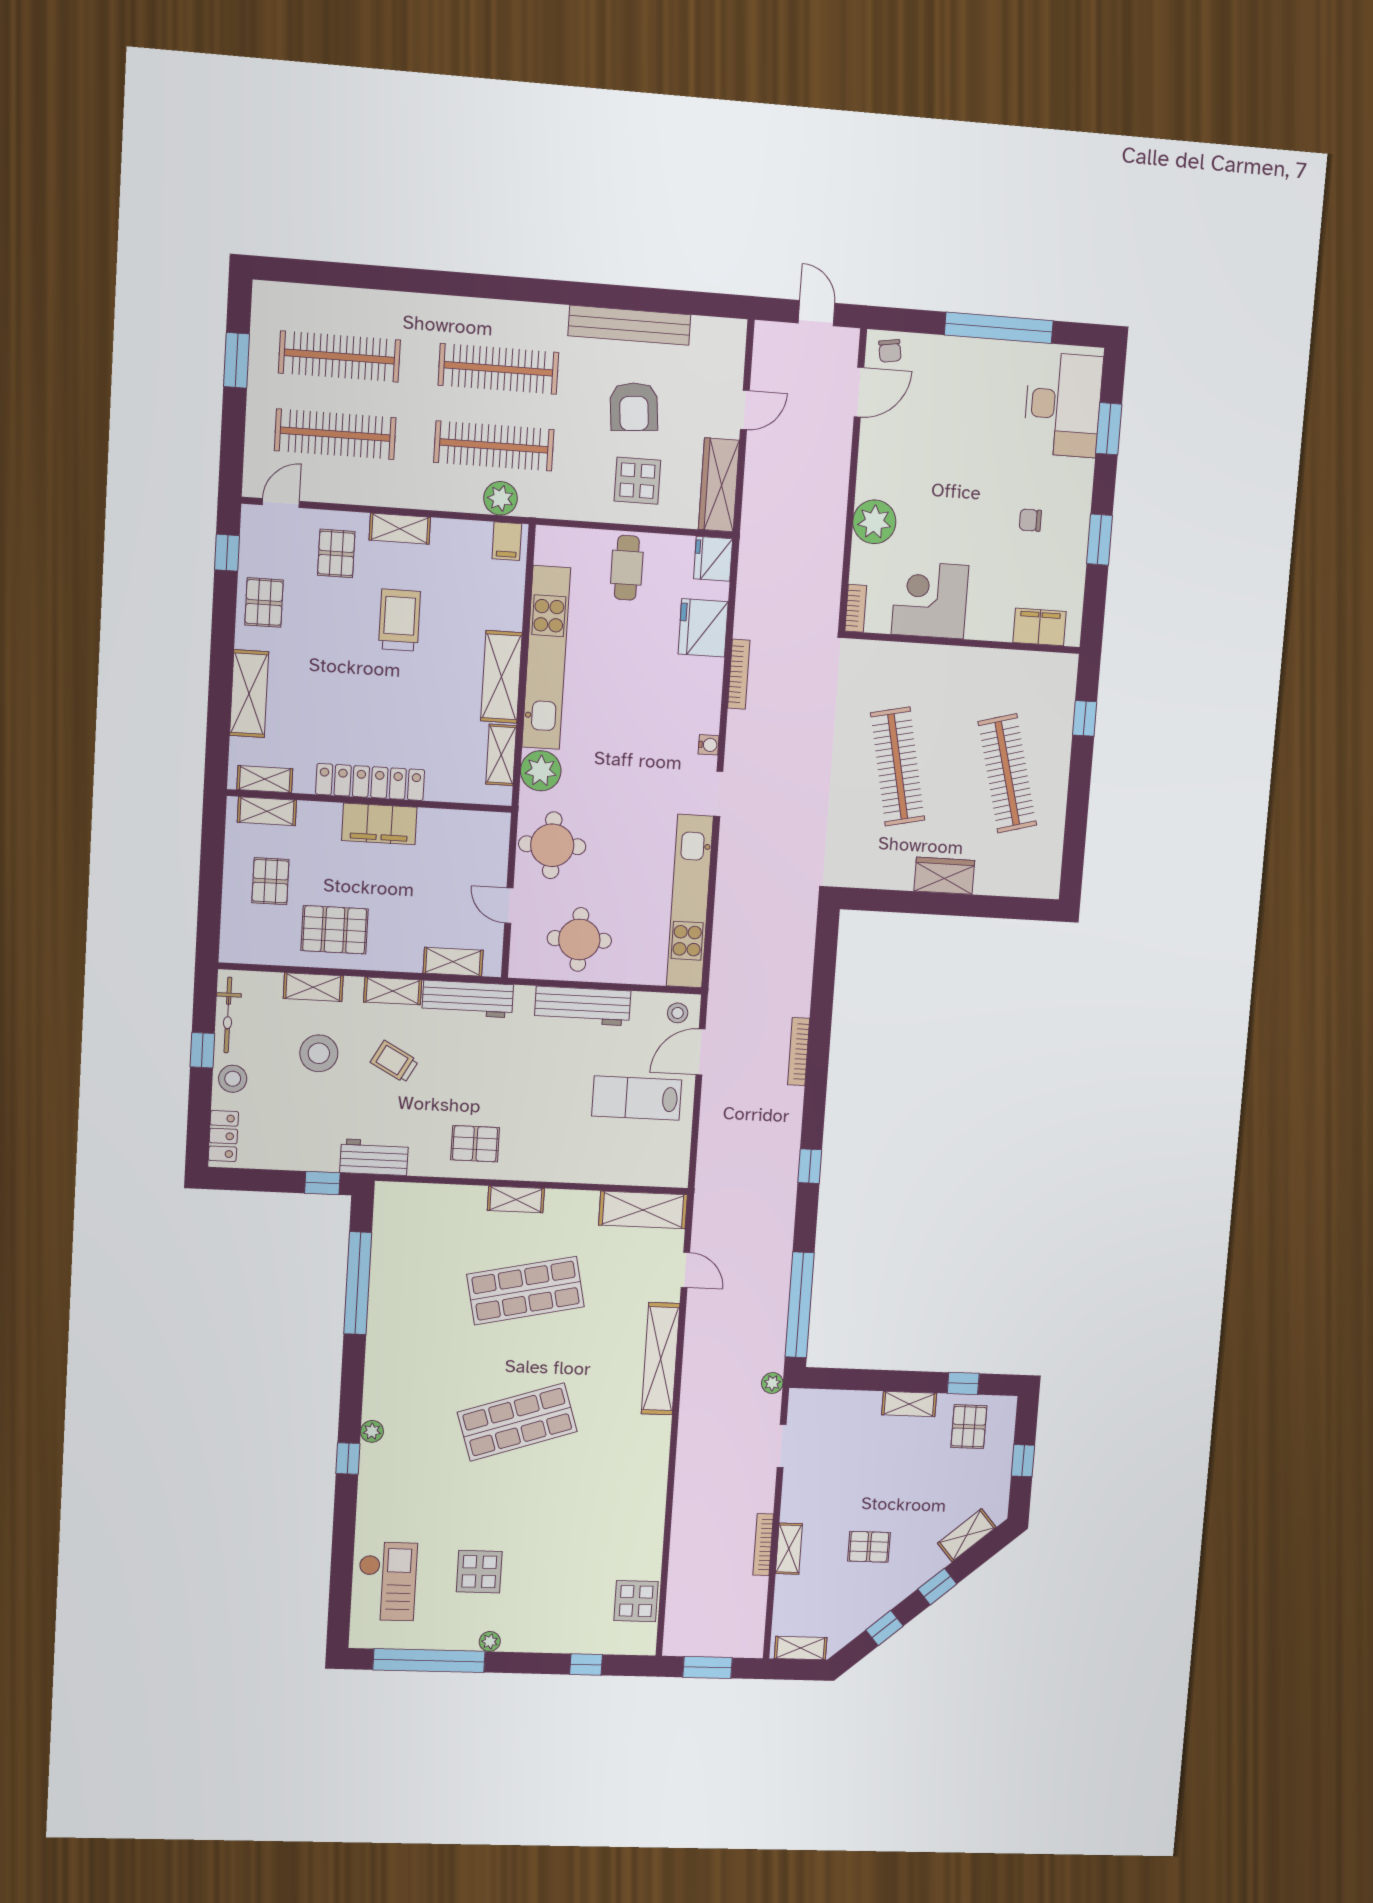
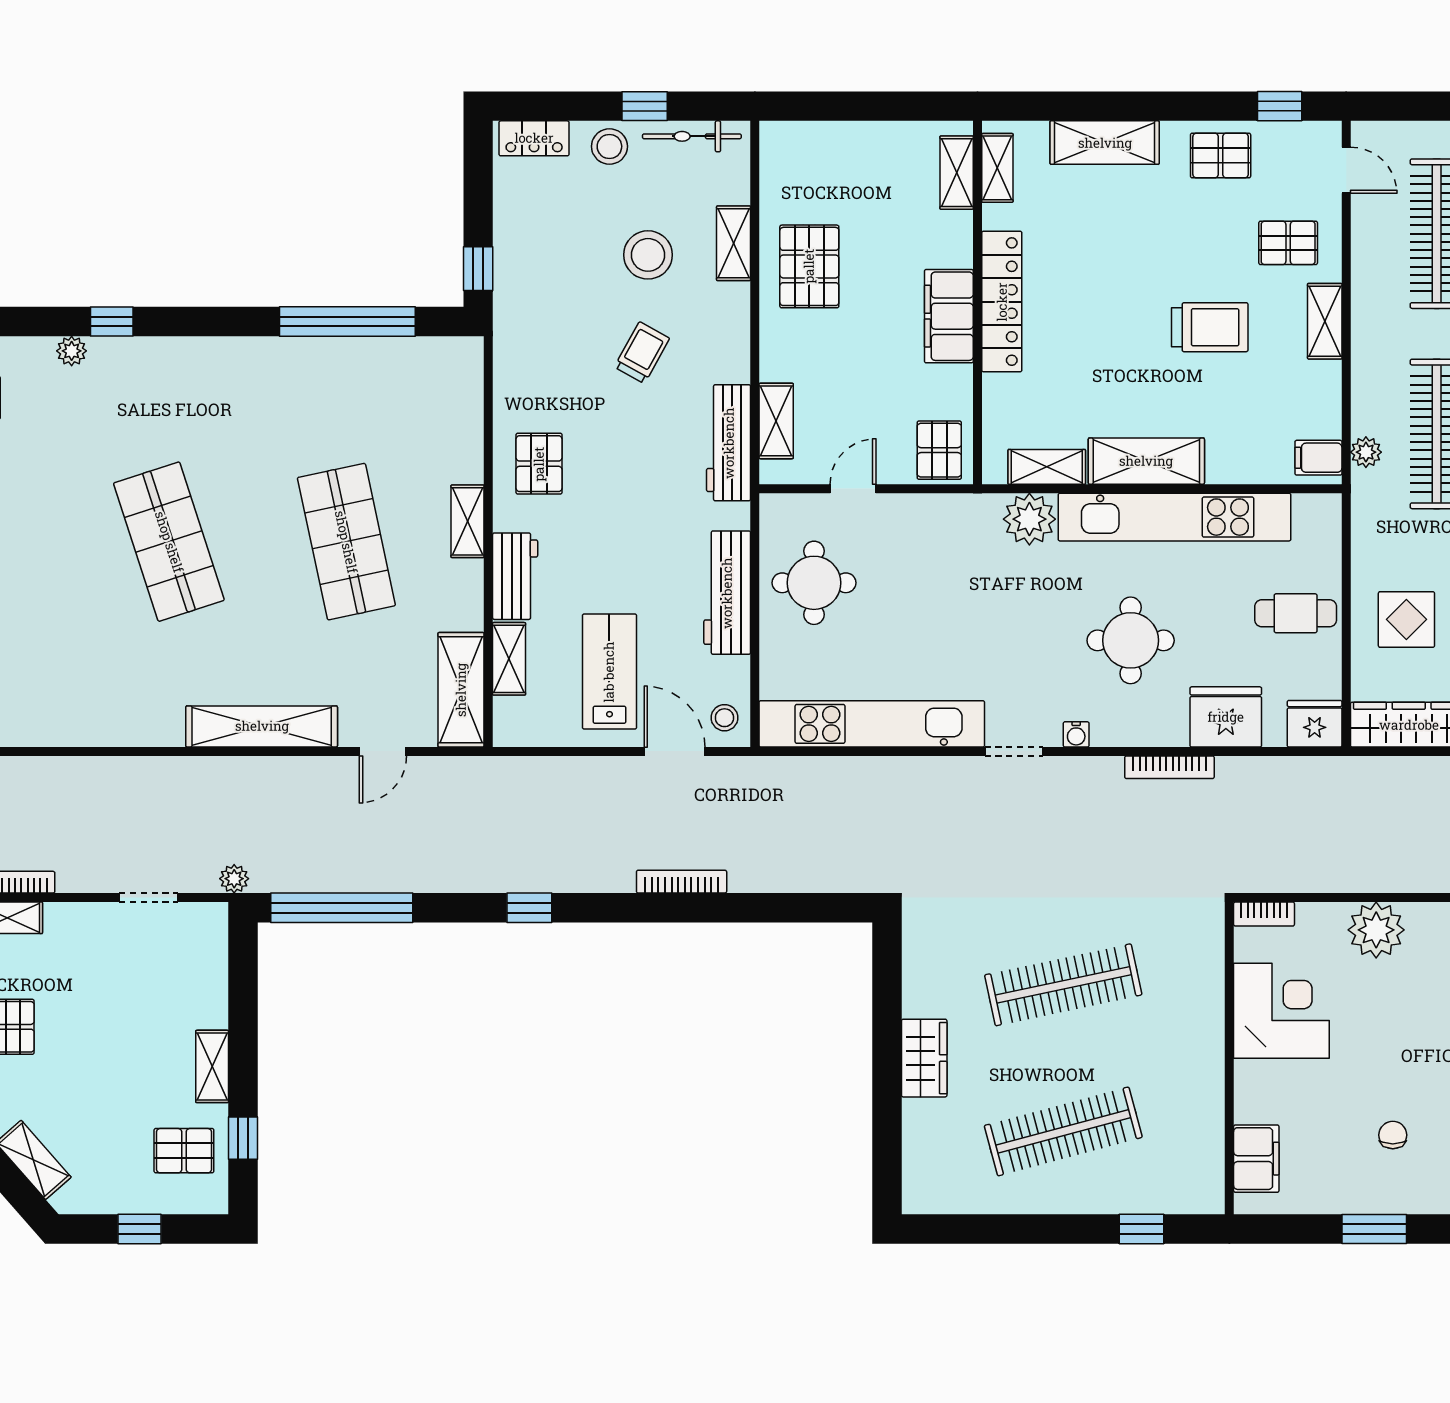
plant: (500, 498) -> (1366, 452), width x0.73, depth x0.73
round table: (552, 845) -> (1131, 640), moved
pallet: (270, 881) -> (939, 450), moved, turned 90
shelving: (393, 991) -> (509, 659), moved
workbench: (374, 1157) -> (515, 576), moved
plant: (372, 1431) -> (72, 351), moved

